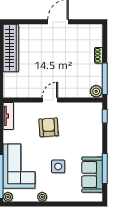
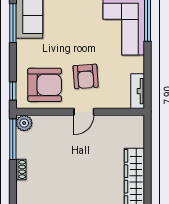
armchair: (80, 121) -> (45, 85), added
side table: (58, 166) -> (73, 26), removed

